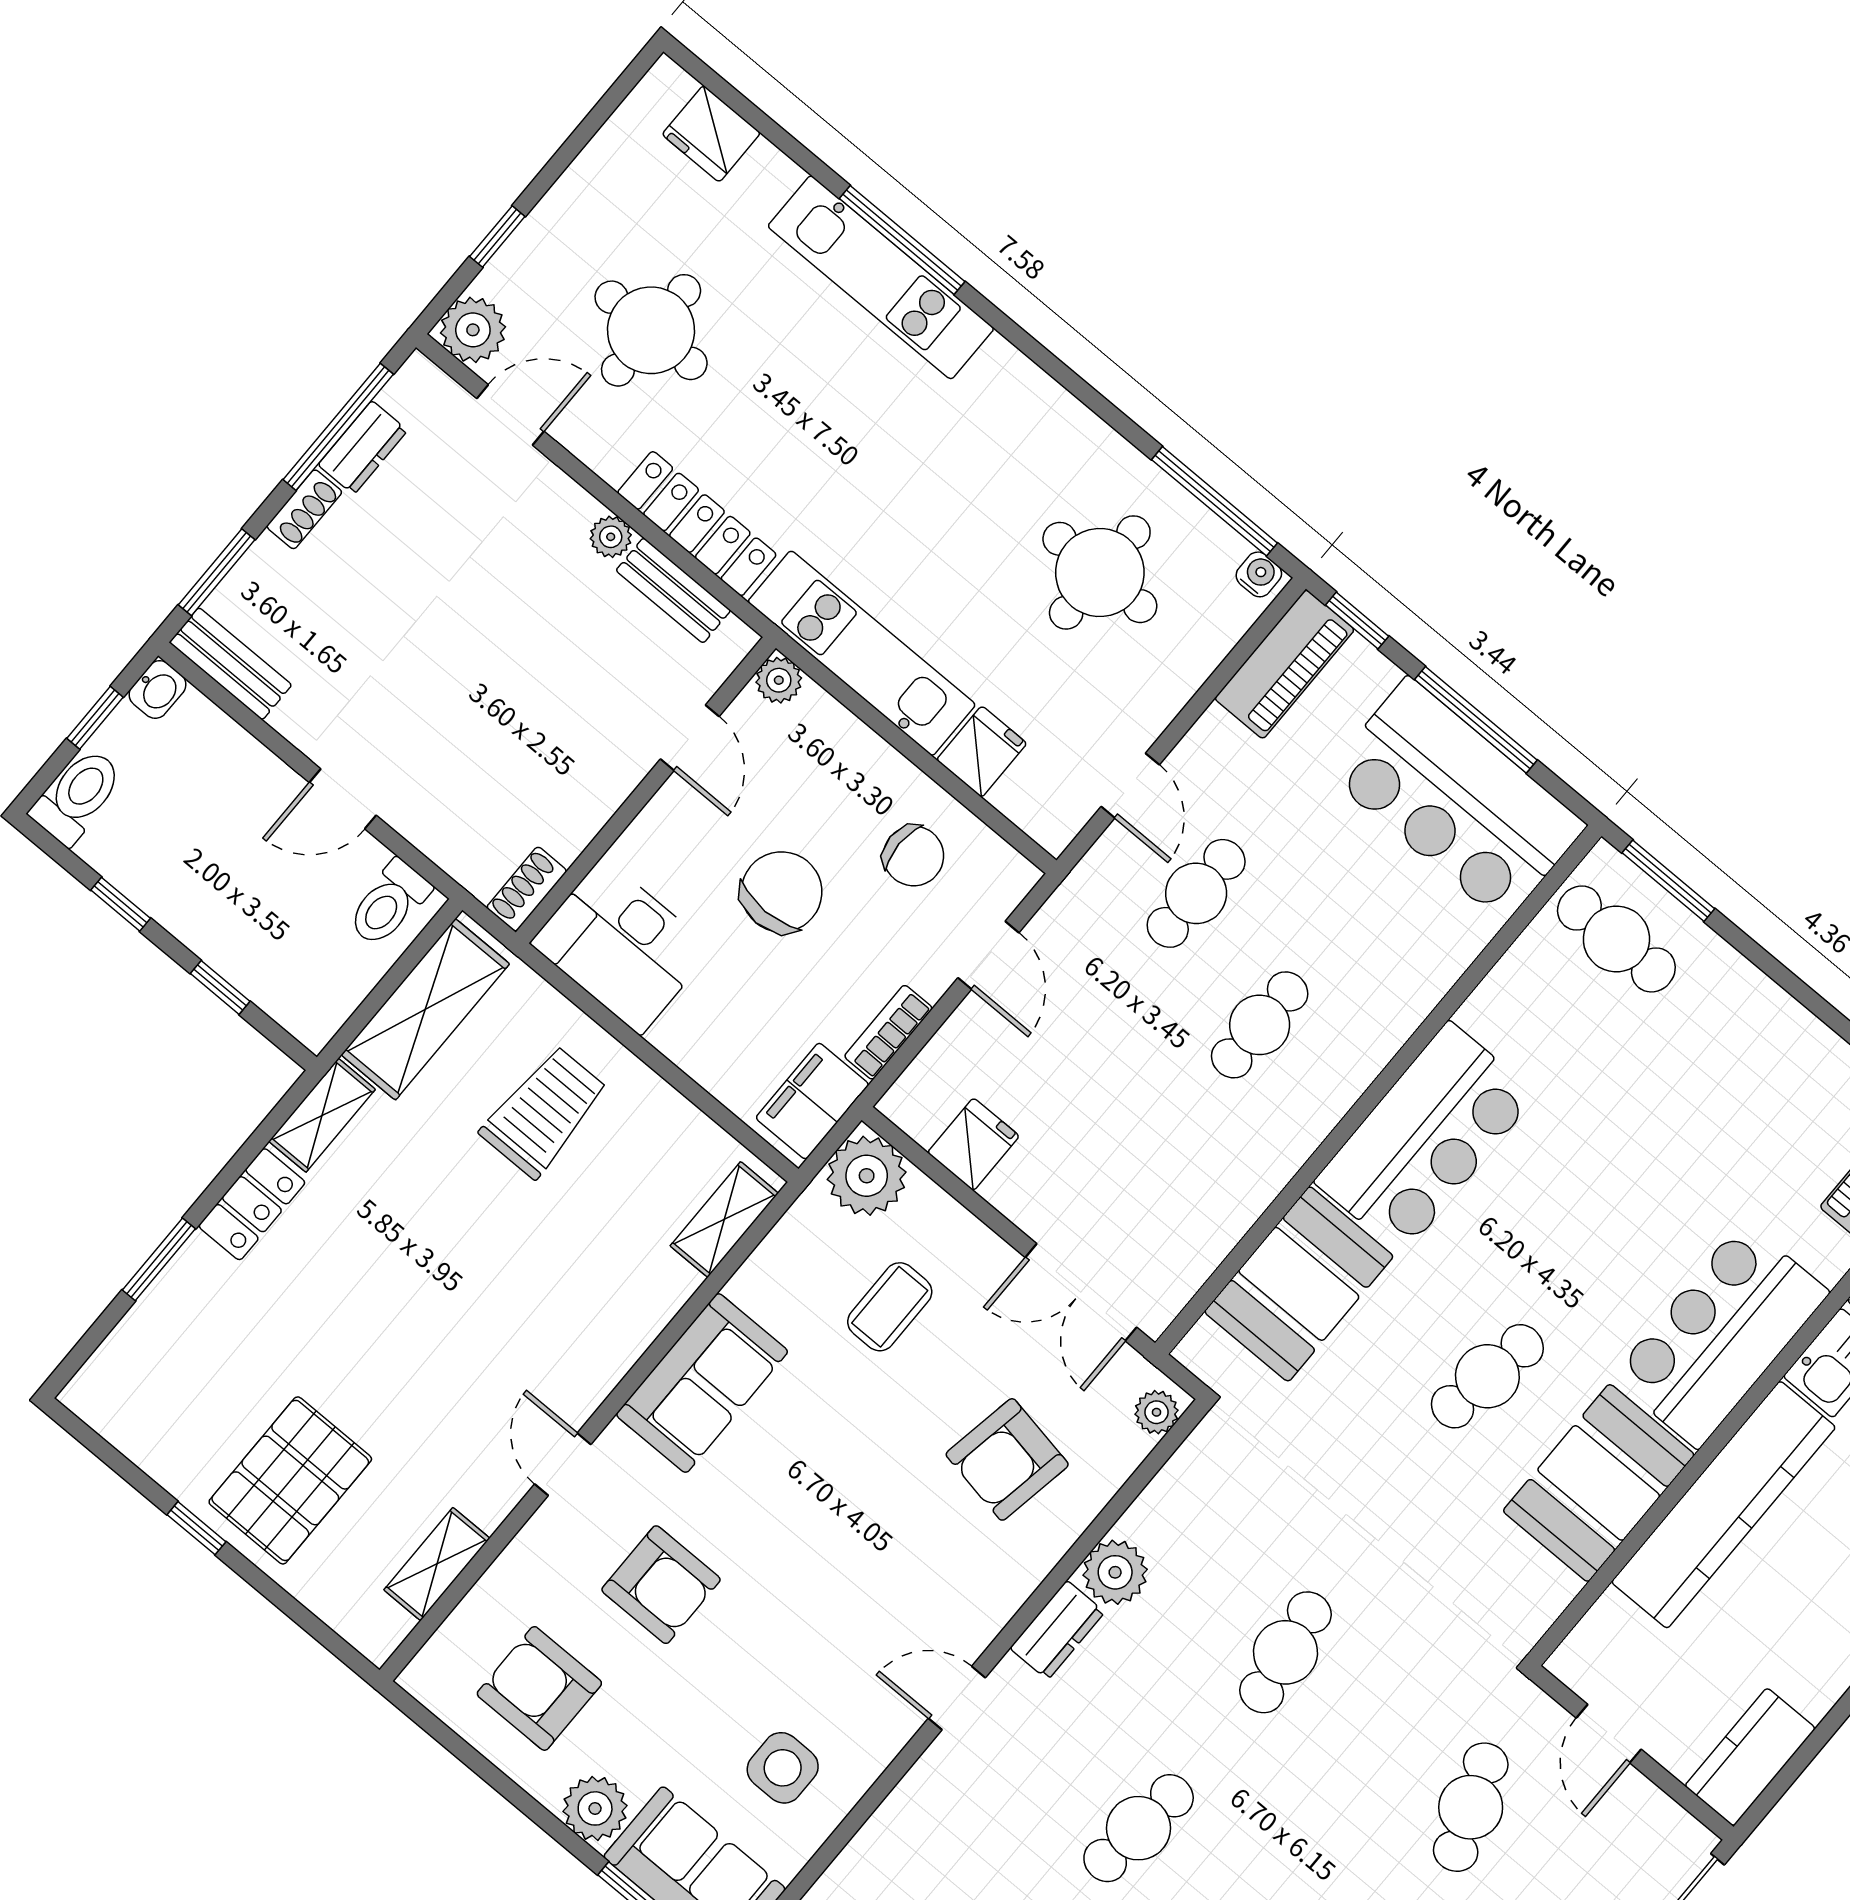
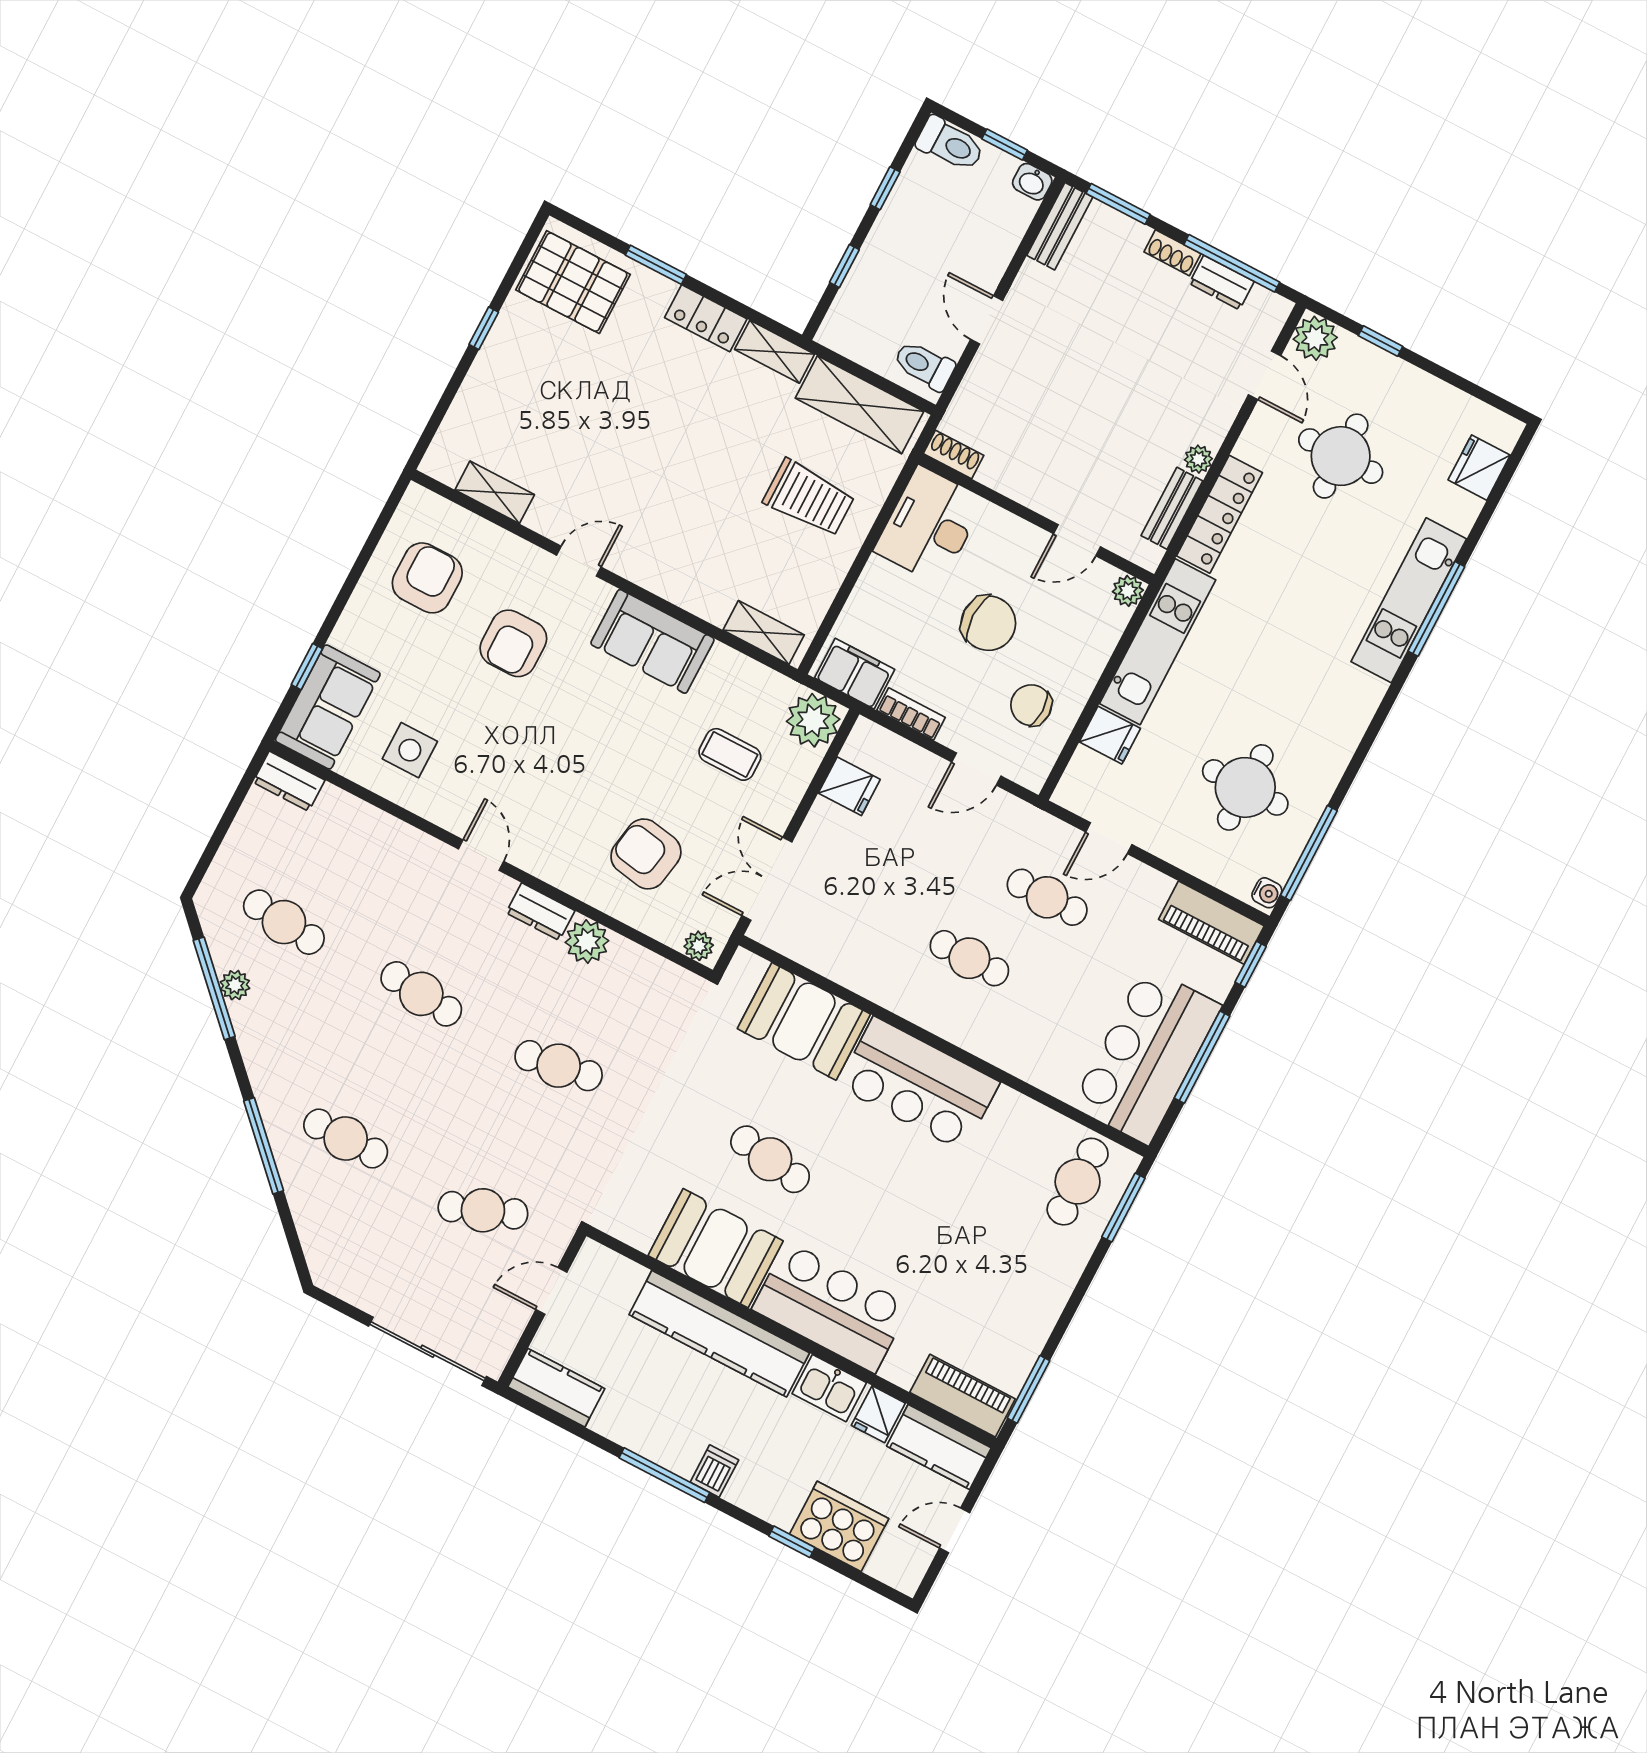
chair: (913, 856) -> (1031, 705), turned 90
pallet: (290, 1480) -> (573, 282), moved
plant: (595, 1808) -> (356, 632), removed

